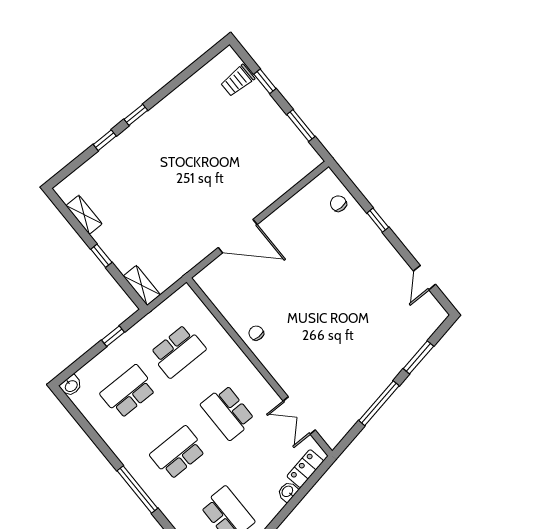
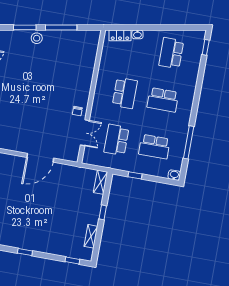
window: (105, 140) -> (72, 260), moved
door: (238, 236) -> (40, 158), swing flipped
school desk: (178, 351) -> (116, 140), turned -90
stool: (392, 361) -> (37, 38), added
double door: (299, 415) -> (85, 133), moved
window: (137, 489) -> (189, 142), moved

